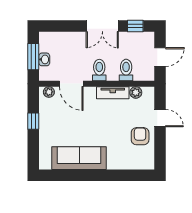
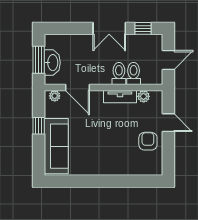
washbasin: (44, 59) -> (52, 63), width x1.91, depth x1.45
toilet: (99, 70) -> (119, 73), moved
sofa: (79, 158) -> (56, 146), moved, turned 90

